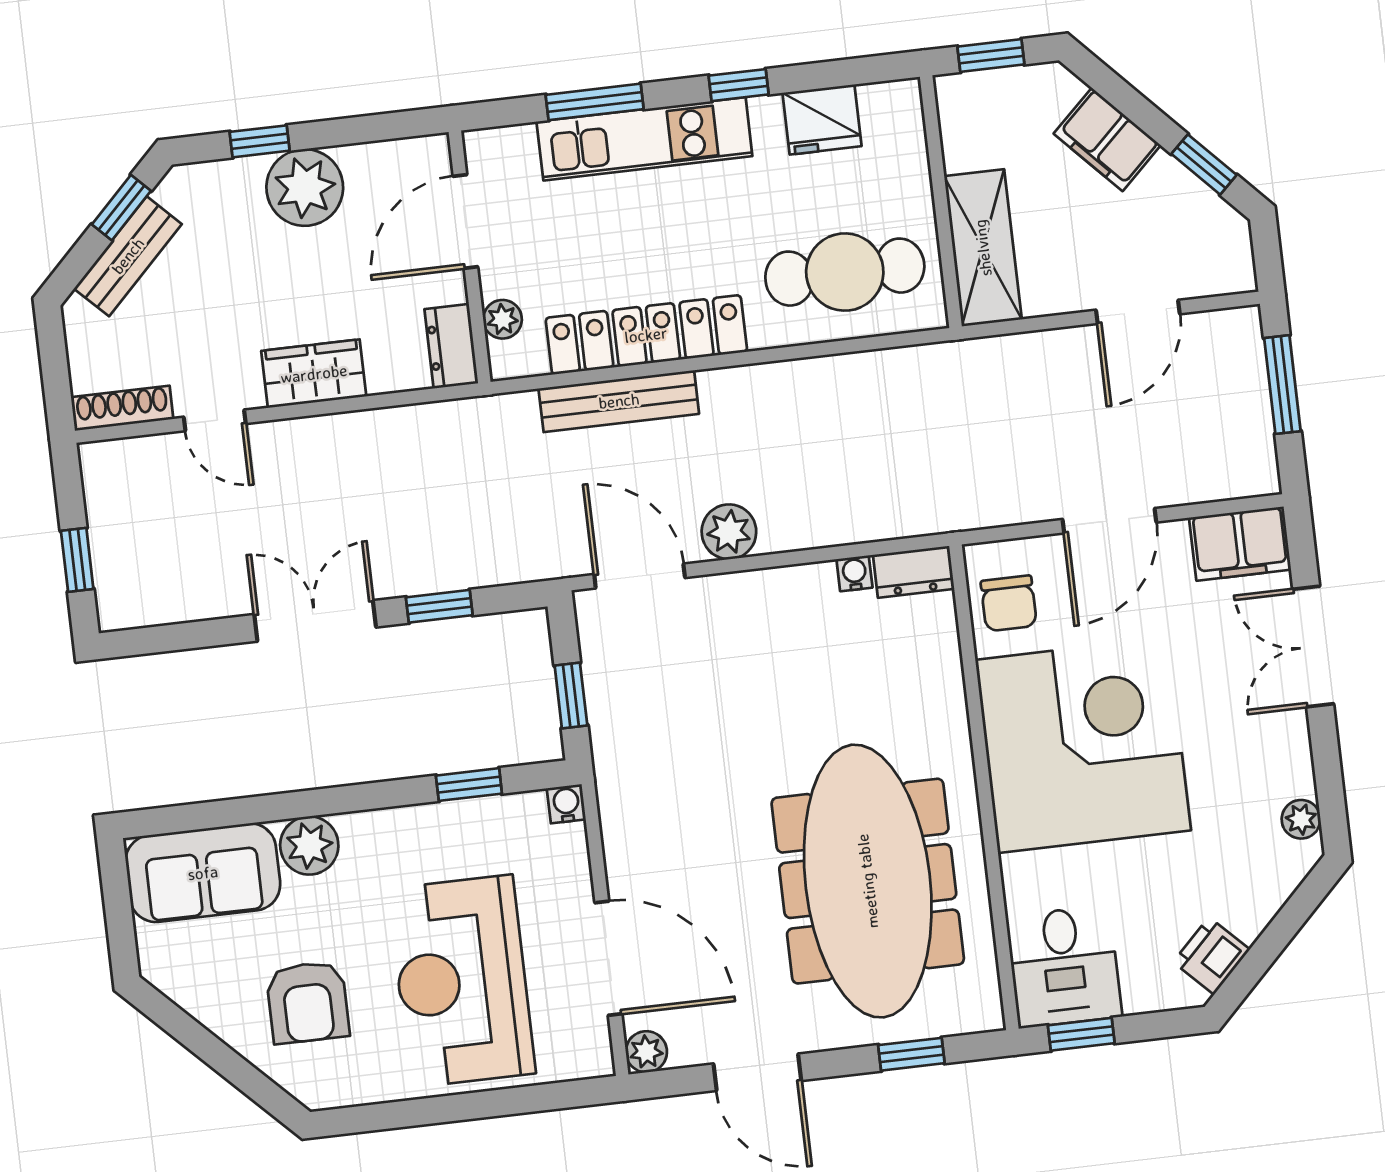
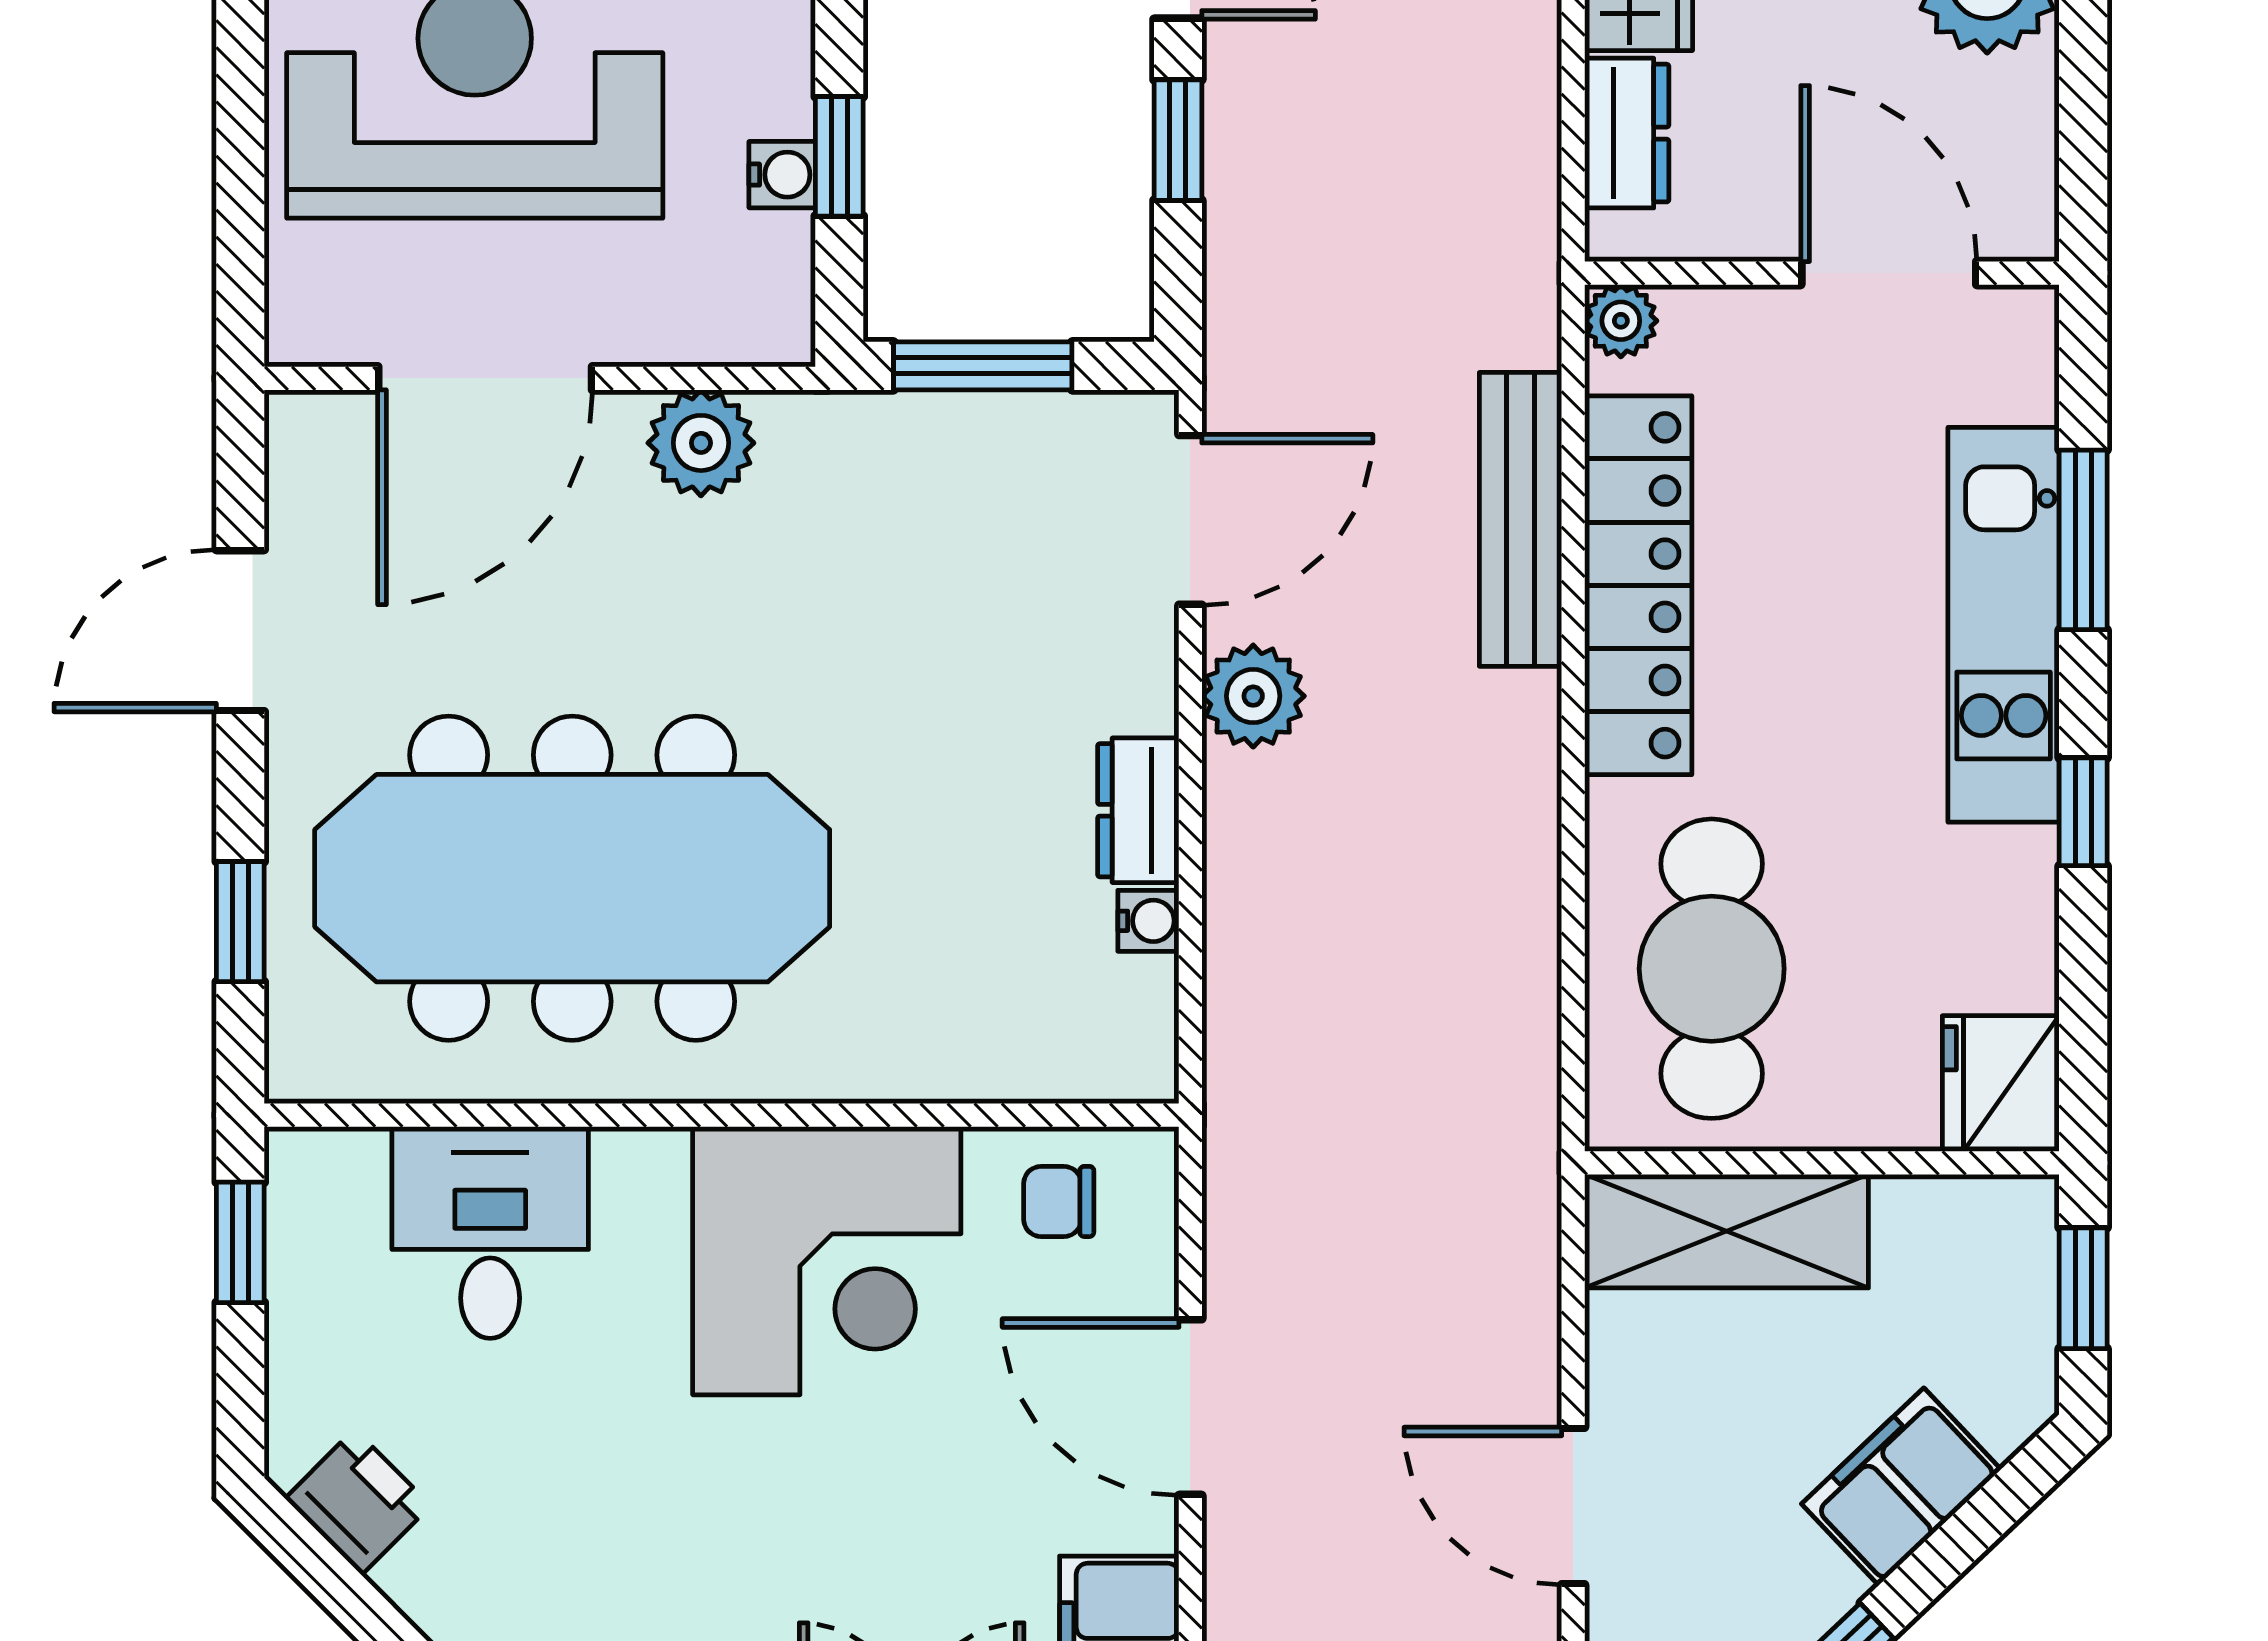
fridge: (822, 120) -> (2001, 1084), moved
plant: (502, 319) -> (1621, 321), moved
dresser: (451, 346) -> (1627, 133), moved, turned 90
dresser: (914, 572) -> (1138, 810), moved
chair: (1009, 603) -> (1059, 1201), width x0.73, depth x0.73
window: (571, 696) -> (983, 366), width x1.50
corner desk: (1083, 745) -> (827, 1261), width x0.74, depth x0.74
water cooler: (566, 804) -> (782, 175), moved
desk: (1064, 967) -> (490, 1233), moved, turned 90
plant: (646, 1052) -> (701, 443), moved, width x1.38, depth x1.38

